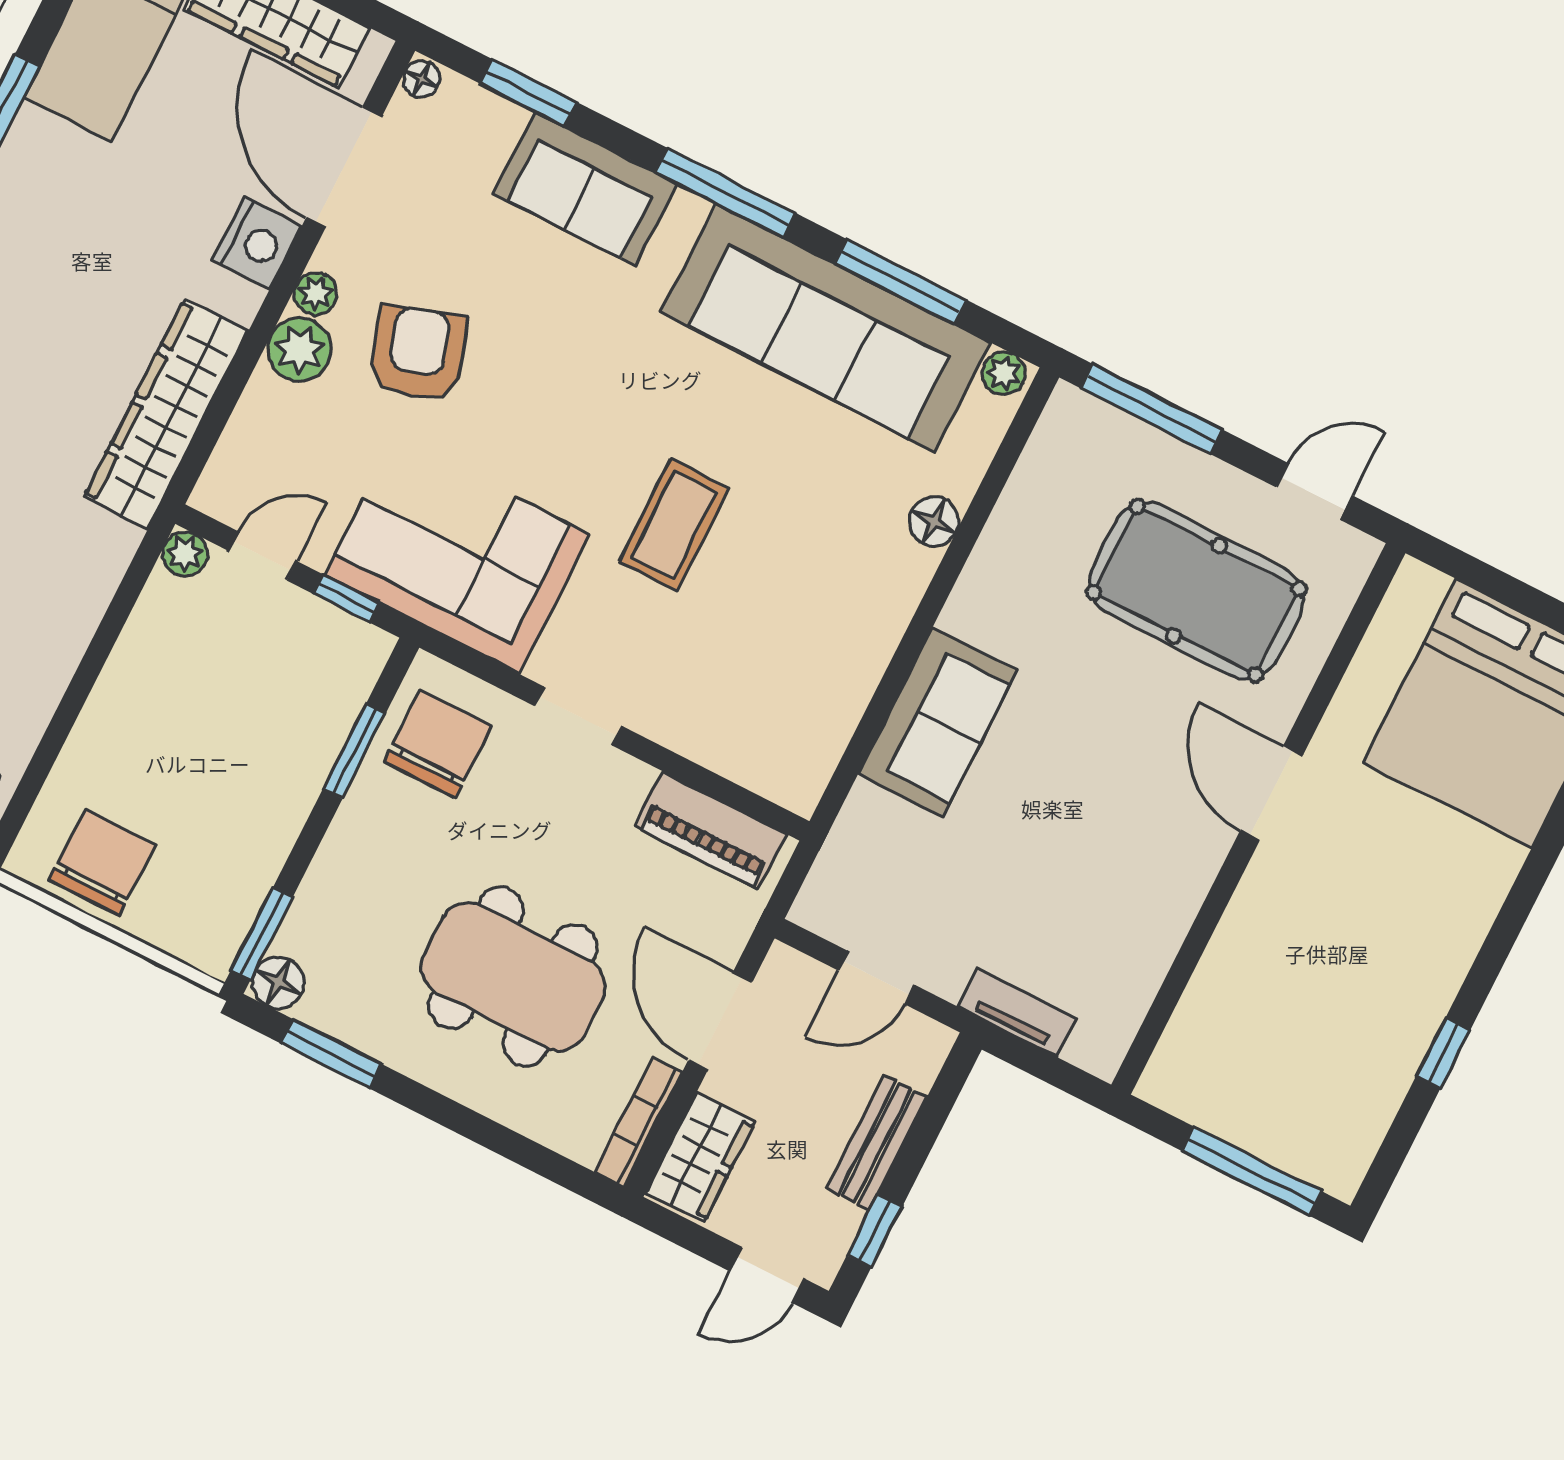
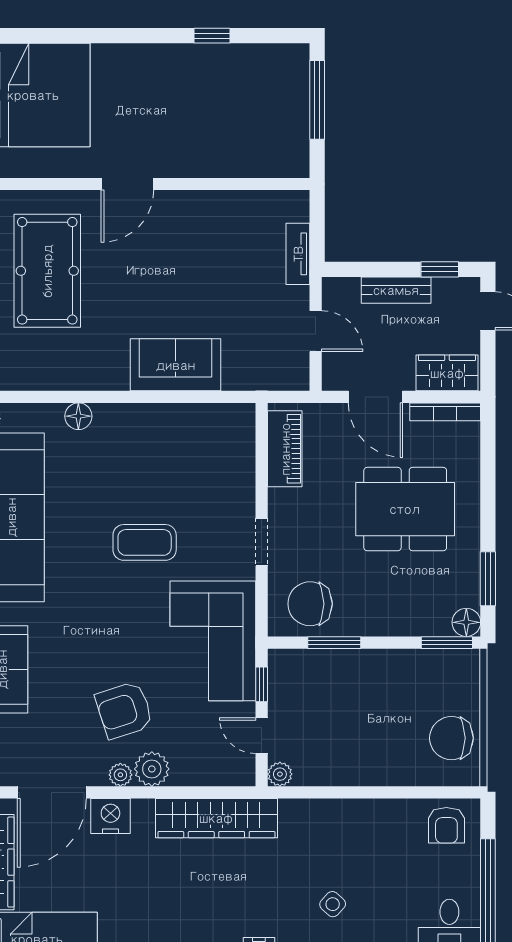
dining table: (513, 977) -> (405, 509), turned 90
door: (720, 1021) -> (375, 397), hinge flipped

